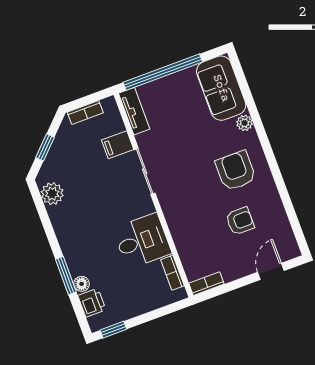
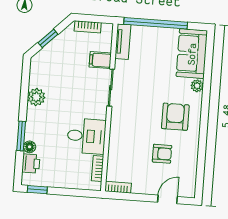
plant: (52, 194) -> (36, 97), moved

